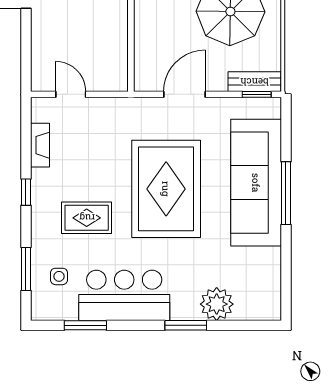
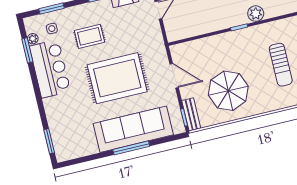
rug: (87, 218) -> (89, 36), turned 90
plant: (217, 304) -> (33, 39), moved, width x0.53, depth x0.53
window: (186, 325) -> (49, 141), moved

